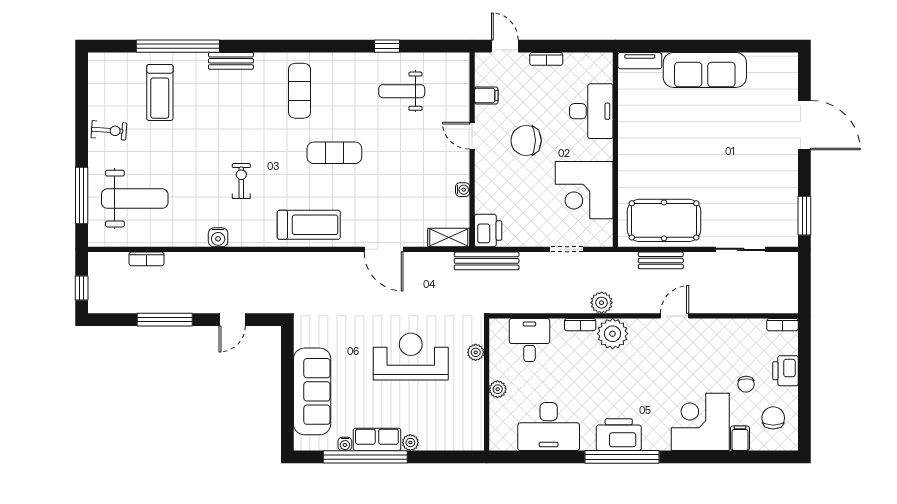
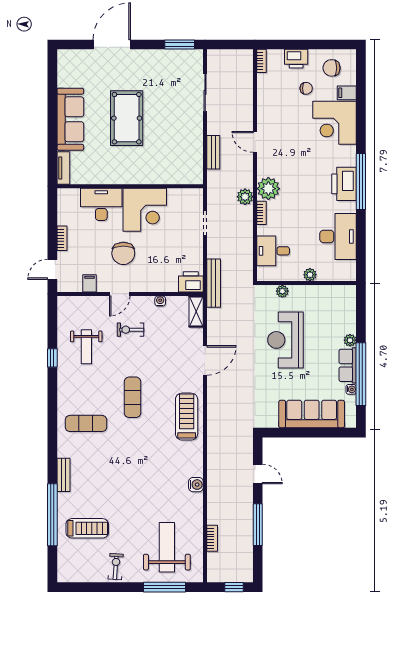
exercise bike: (241, 181) -> (130, 330), moved
corner desk: (584, 190) -> (145, 210), moved
pool table: (664, 220) -> (127, 118), moved

